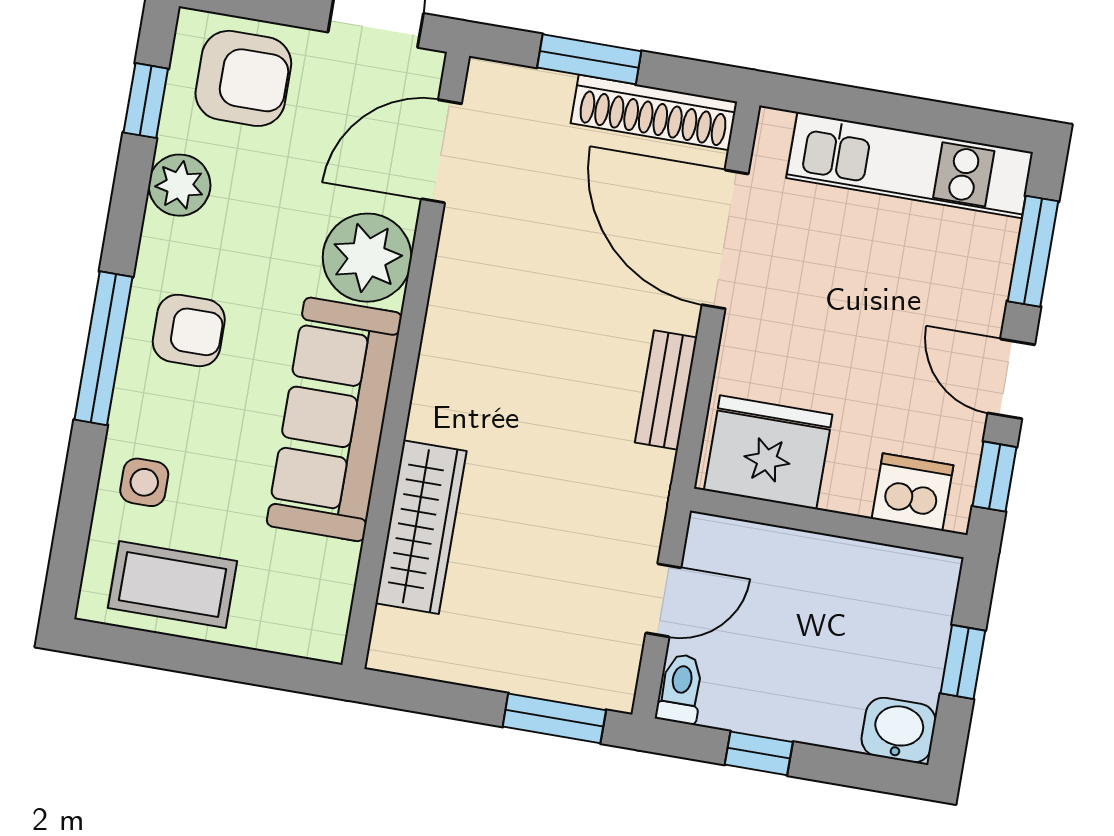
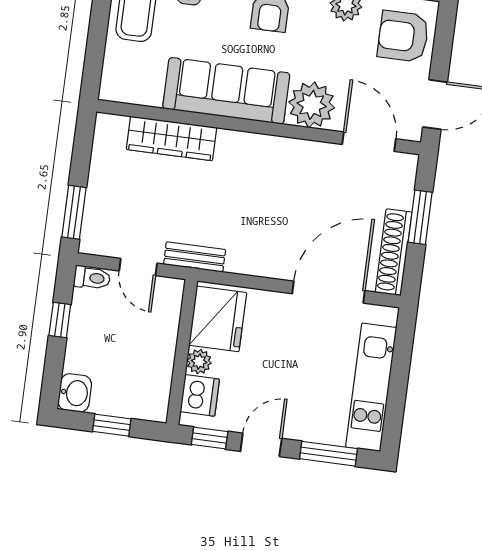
armchair: (243, 78) -> (403, 36), turned 90
bench: (666, 390) -> (195, 257), moved
plant: (848, 491) -> (199, 362), added

